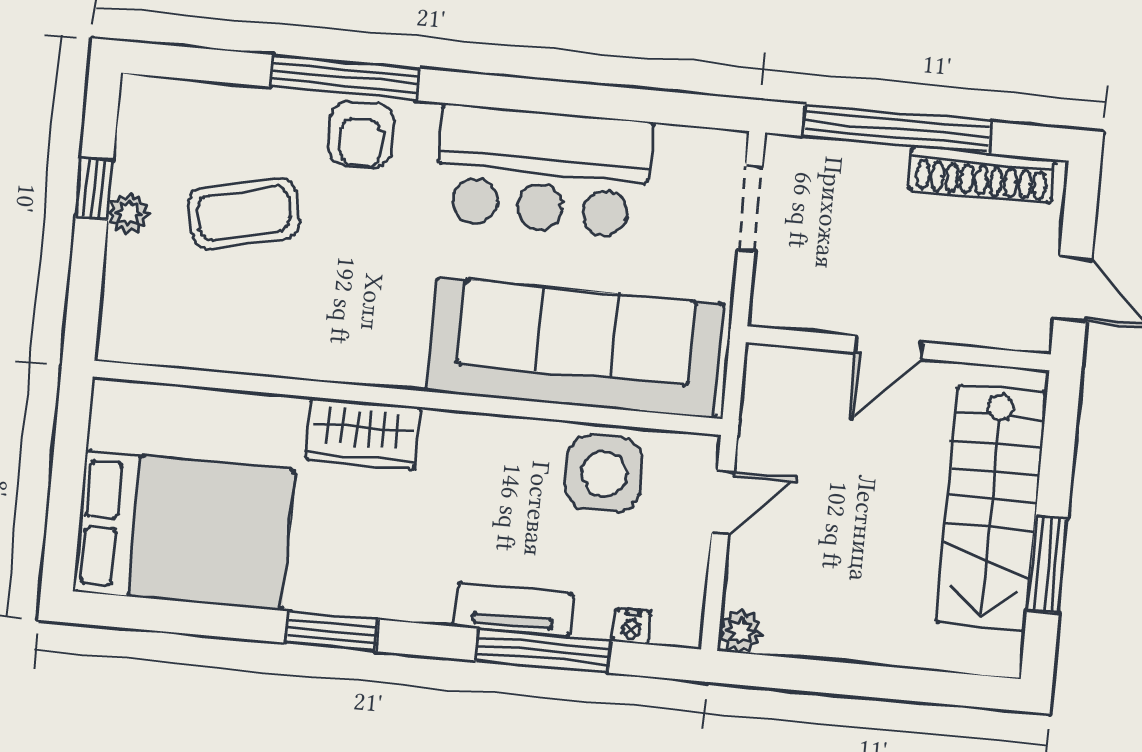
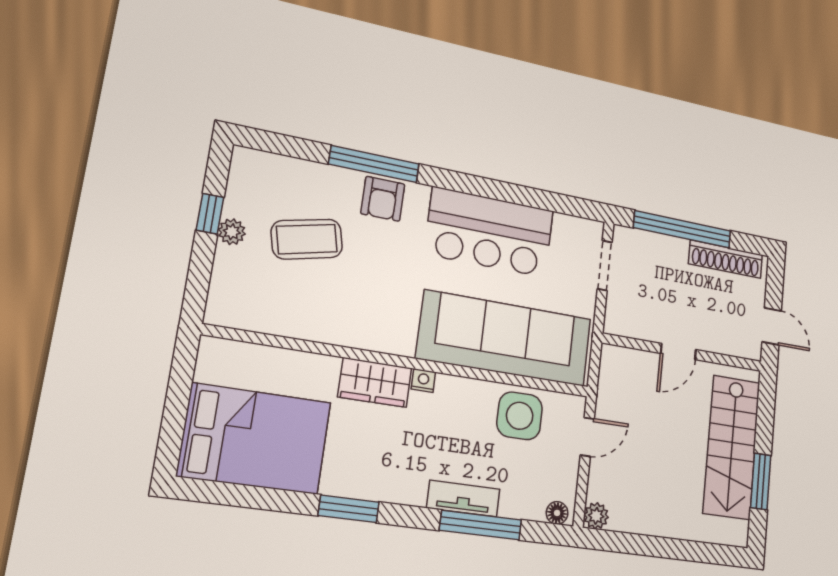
nightstand: (632, 626) -> (423, 381), moved, turned 180
floor lamp: (672, 628) -> (557, 513), added

